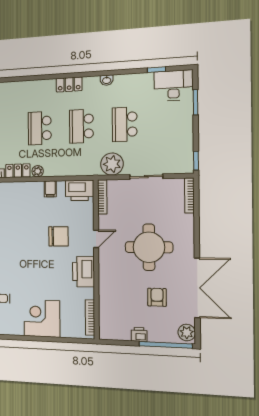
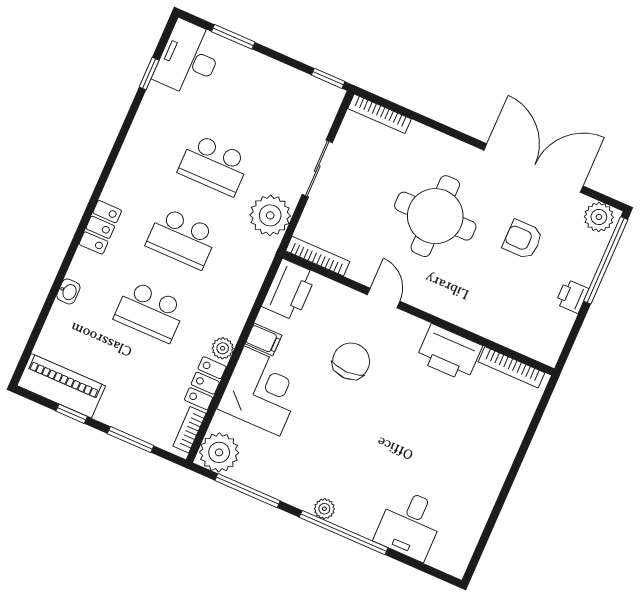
washbasin: (107, 80) -> (68, 292), moved
printer: (83, 272) -> (449, 353), moved
corner desk: (42, 318) -> (262, 391), moved, turned 180

